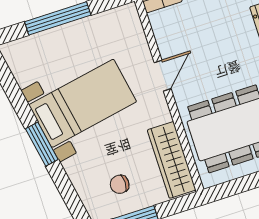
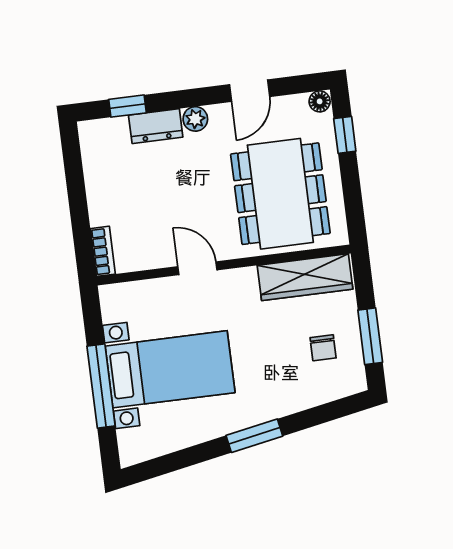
bed with nightstands: (83, 103) -> (170, 369), moved, turned 101

